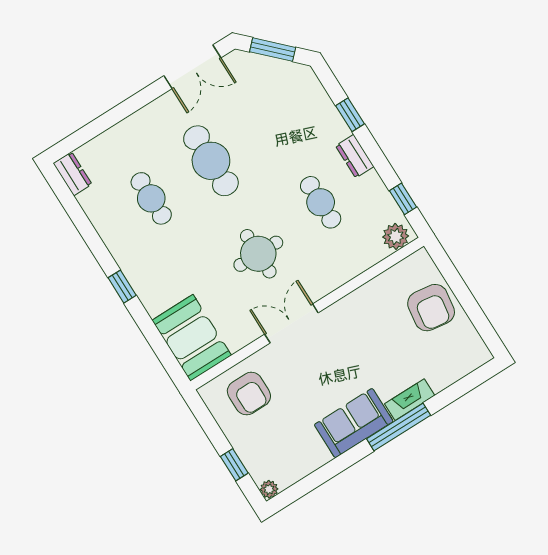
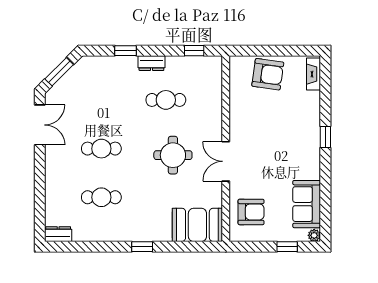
cafe table: (211, 161) -> (101, 149), width x0.73, depth x0.74
plant: (396, 236) -> (213, 69), removed
fireplace: (410, 400) -> (314, 74), moved
sofa: (354, 423) -> (307, 204), moved
window: (399, 427) -> (325, 137), width x0.46

